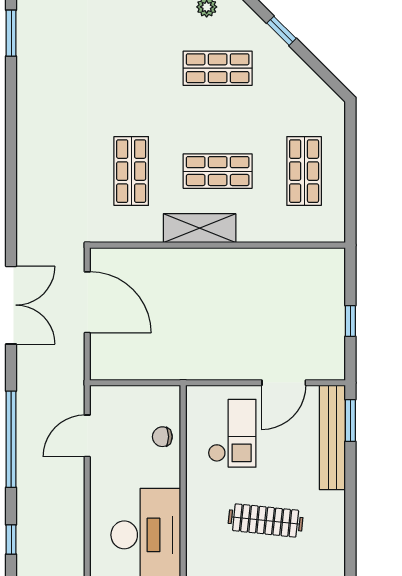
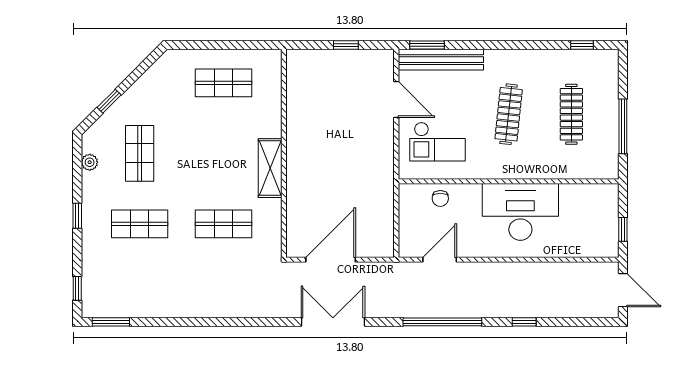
shop shelf: (218, 171) -> (140, 224), moved, turned 90
checkout: (232, 433) -> (437, 142), turned 180
door: (87, 436) -> (440, 260), swing flipped

